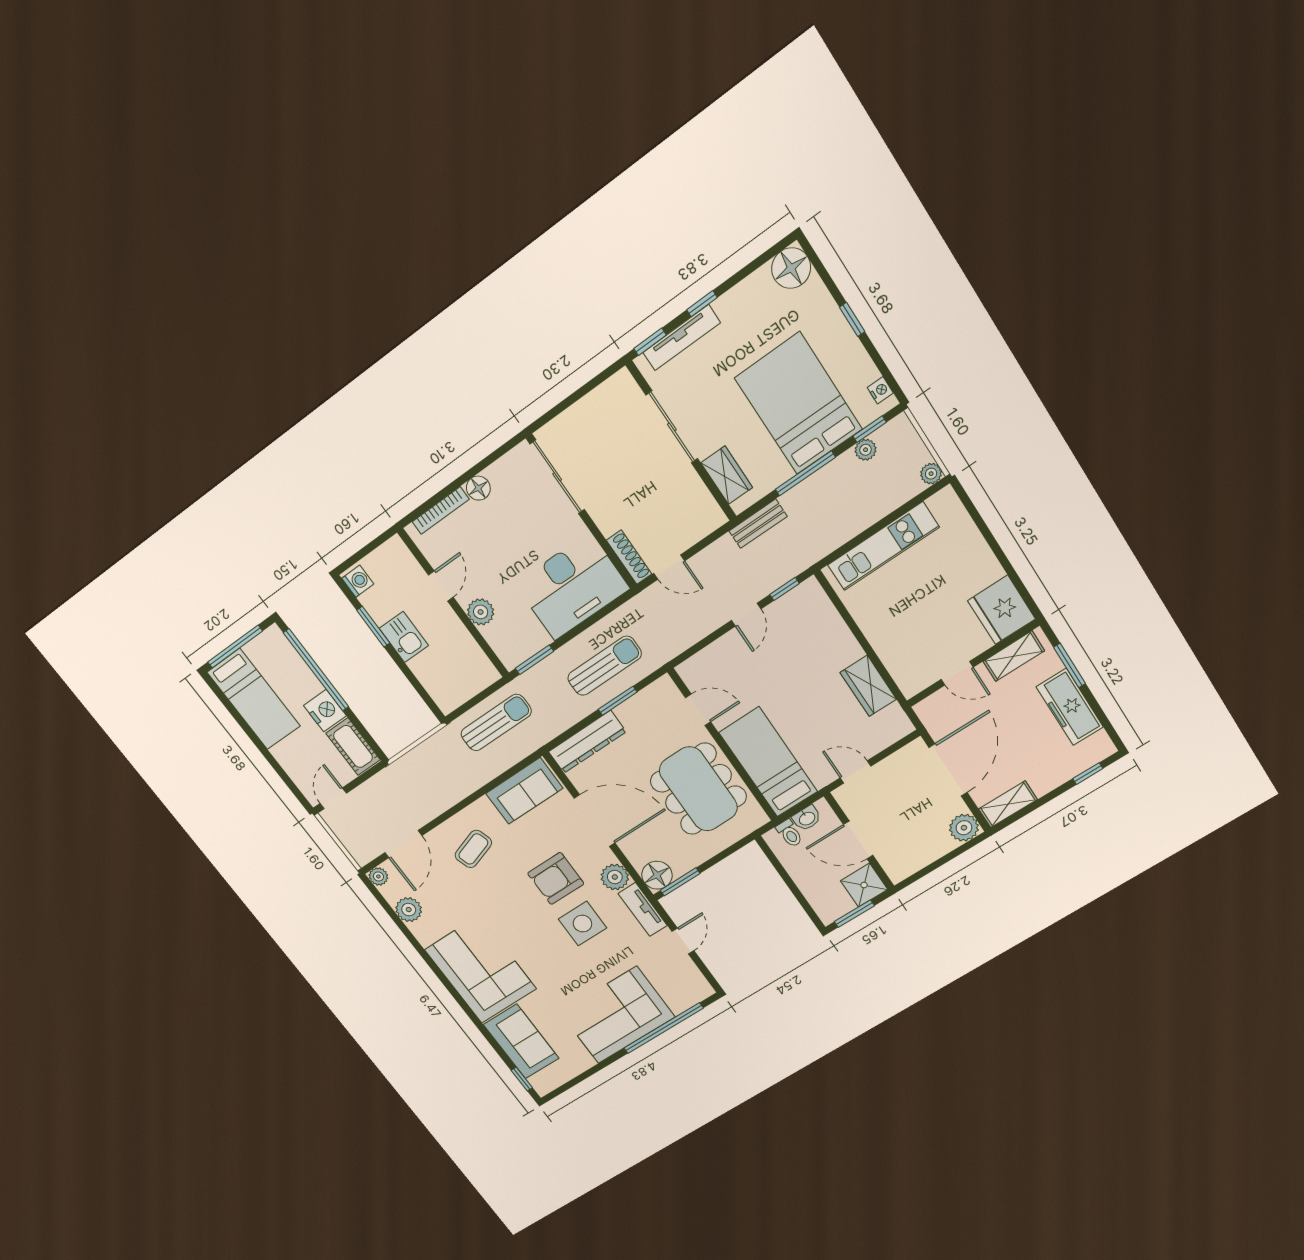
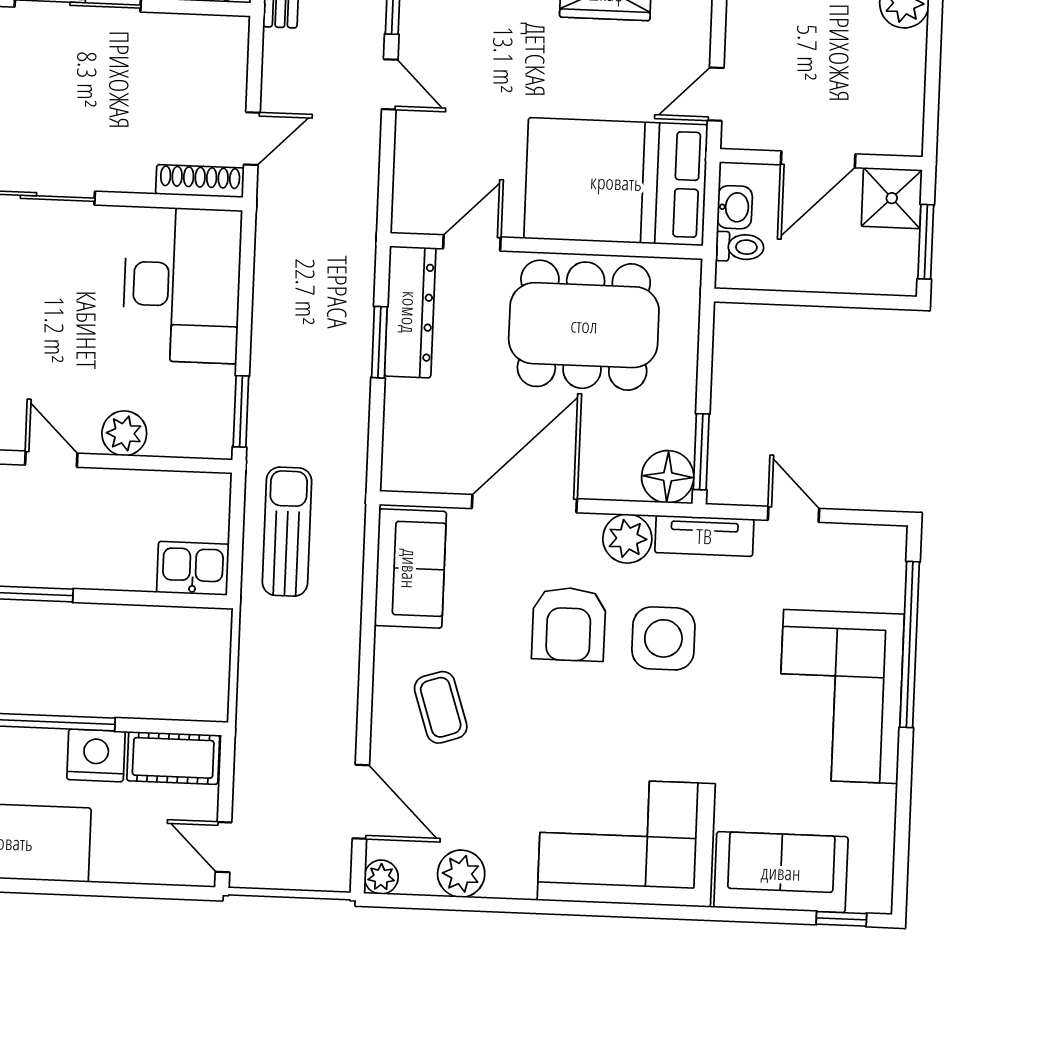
kitchen sink: (404, 637) -> (193, 568), moved
sun lounger: (605, 666) -> (319, 323), removed
dresser: (587, 742) -> (410, 312), moved
bed: (768, 762) -> (616, 182), width x1.50

